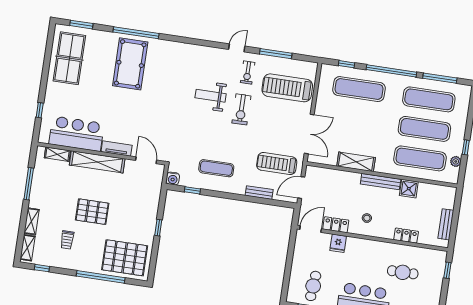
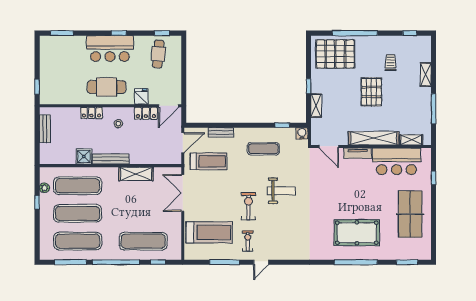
table tennis table: (69, 58) -> (410, 214), moved
pool table: (130, 64) -> (357, 233), turned 90
weight bench: (211, 96) -> (281, 191), moved
pallet: (92, 212) -> (371, 92), turned 90
locker: (406, 236) -> (92, 113), moved
shelving: (27, 248) -> (316, 106), moved
cafe table: (403, 272) -> (106, 87), moved, width x1.37, depth x1.35

